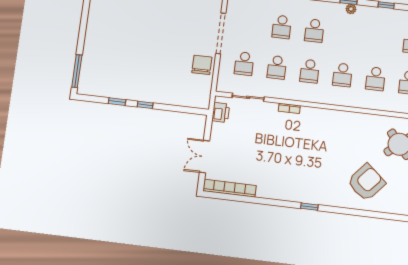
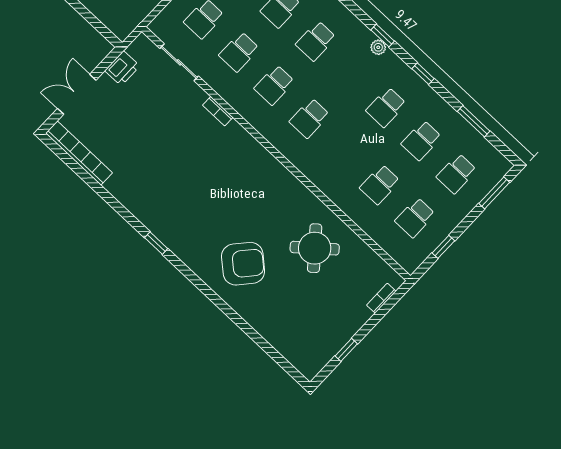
school desk: (375, 79) -> (386, 107), moved
printer: (221, 112) -> (122, 68), moved

